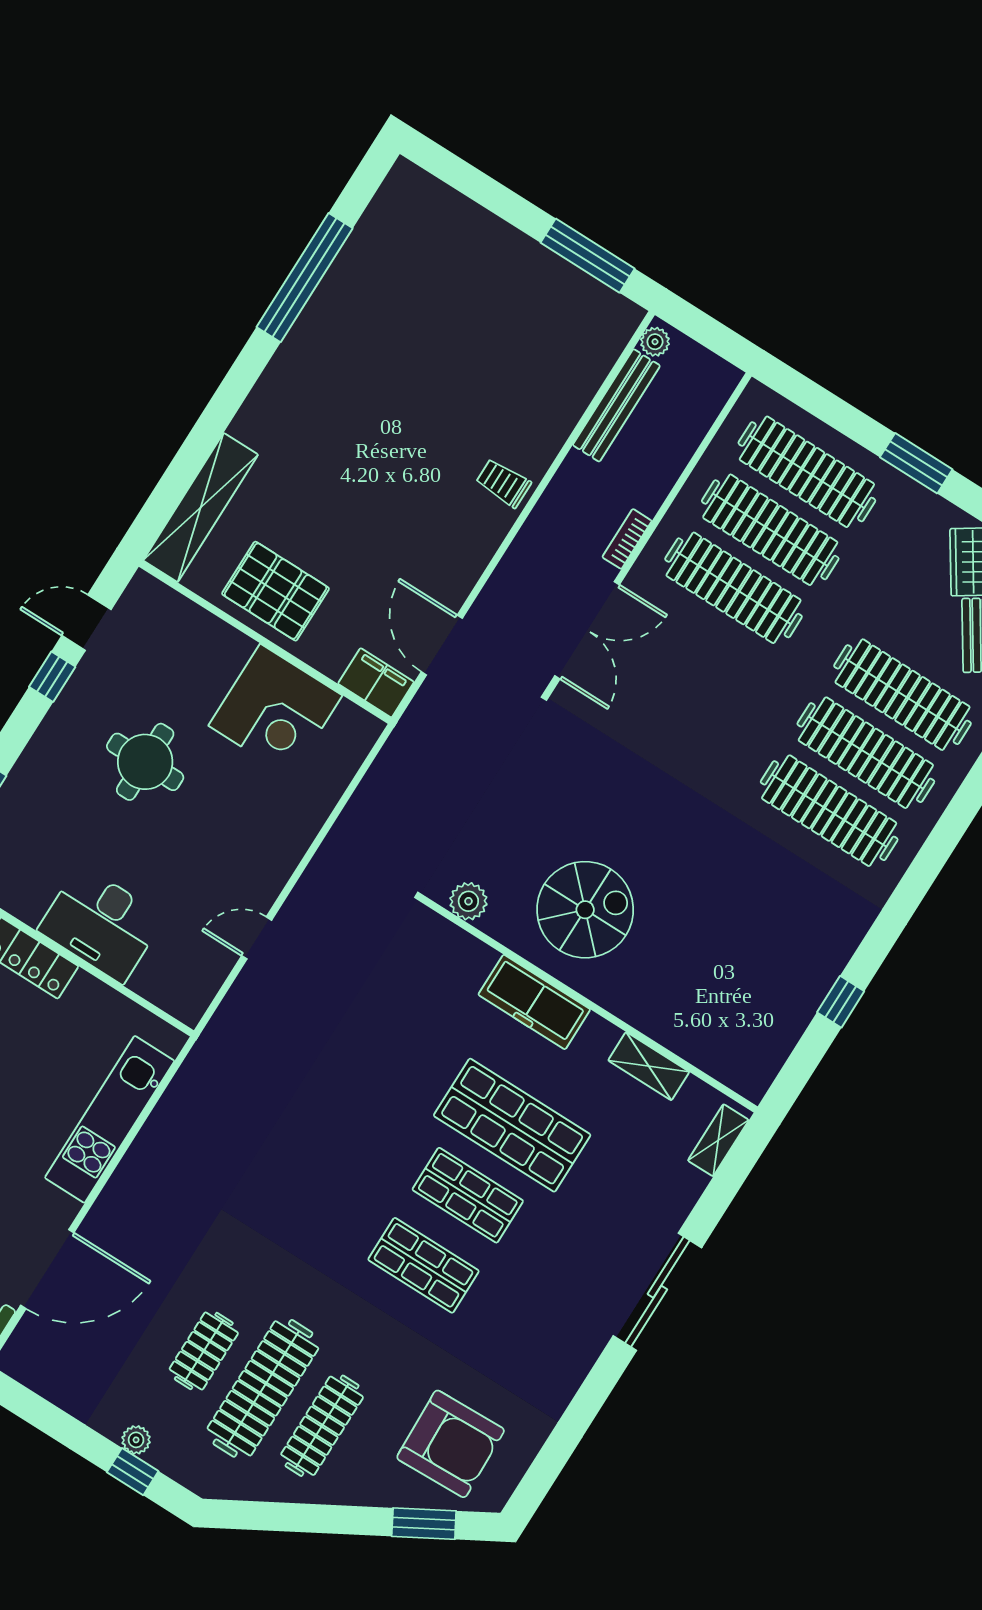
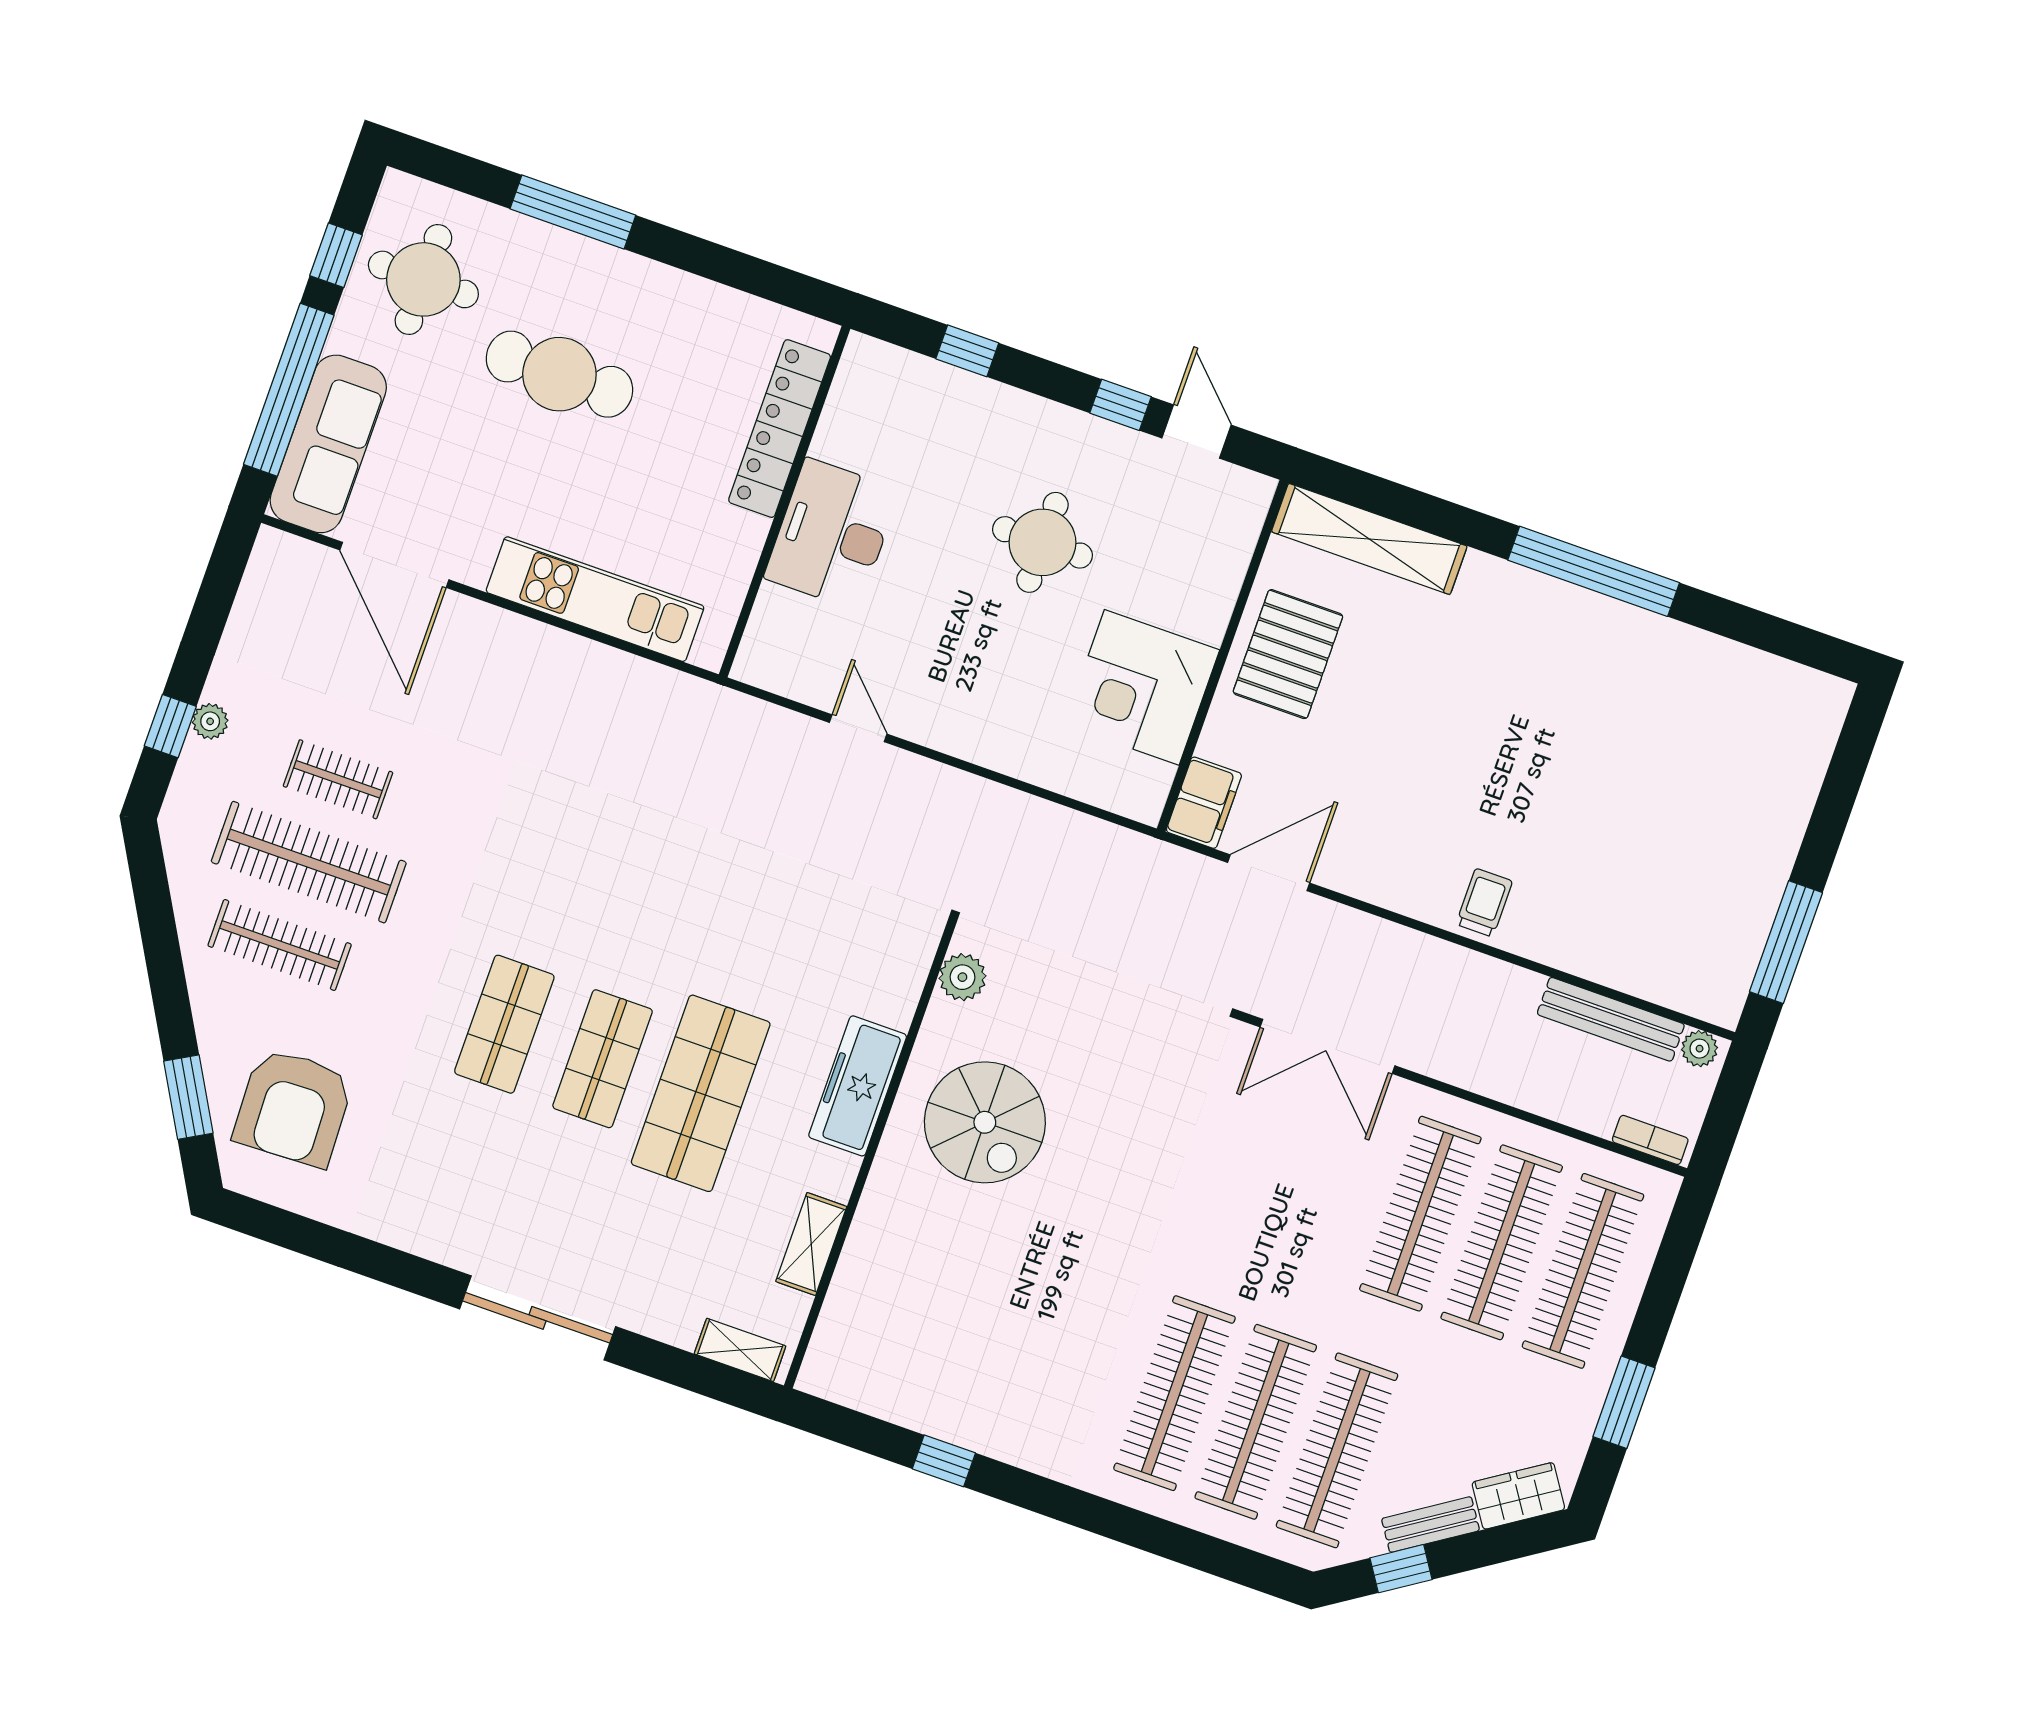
window: (305, 278) -> (1594, 571), moved
bookcase: (627, 539) -> (1650, 1140), moved

